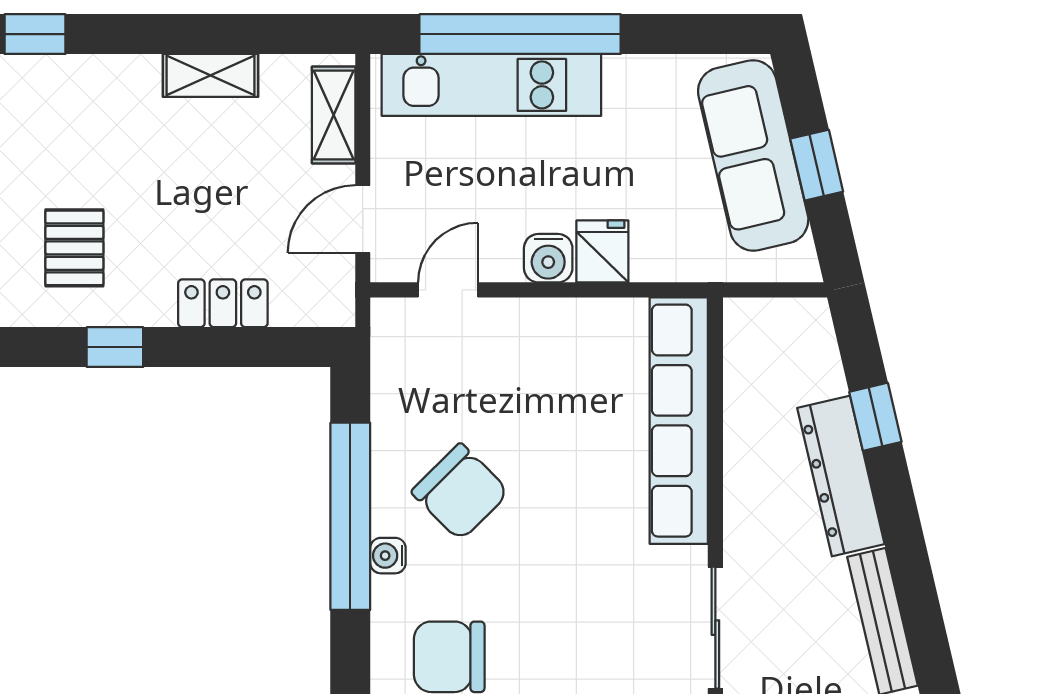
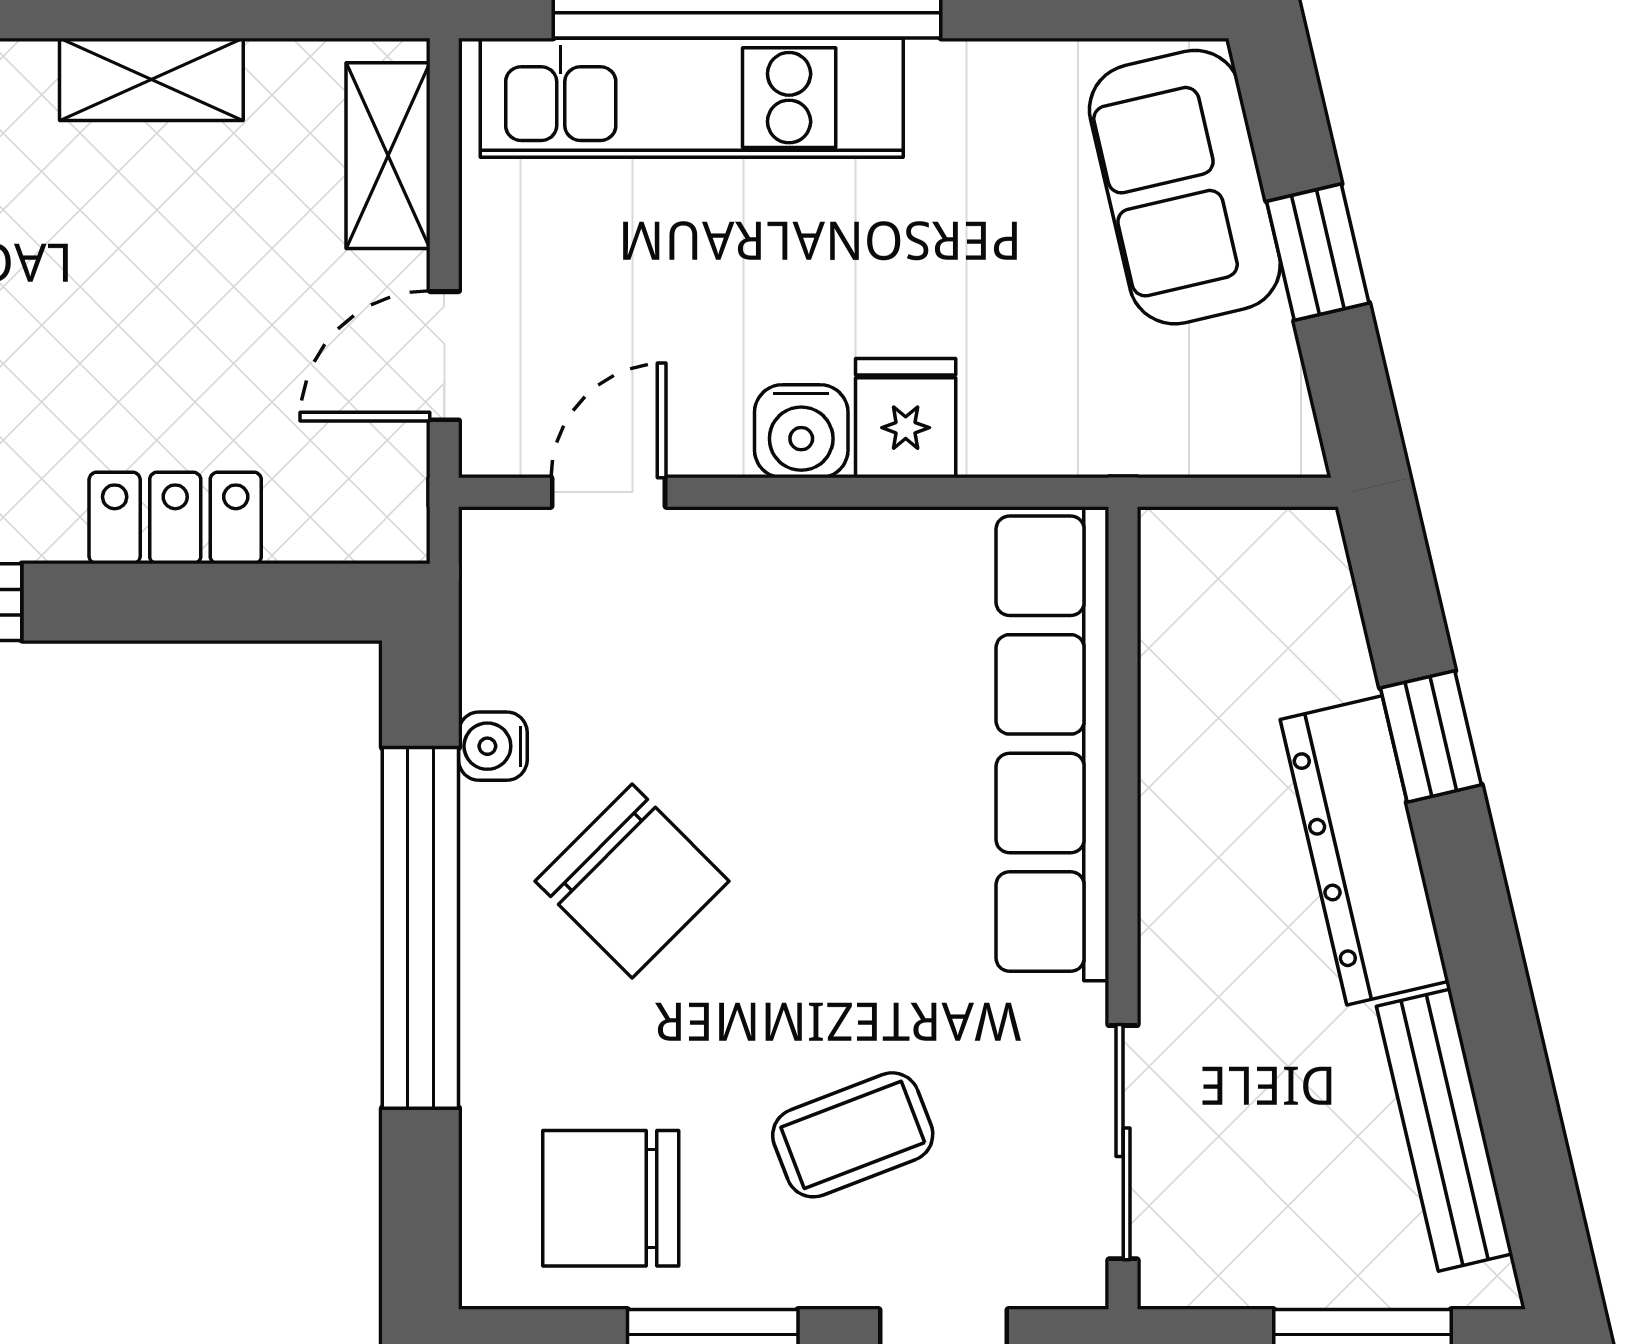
sofa: (753, 156) -> (1185, 187), width x0.73
water cooler: (388, 556) -> (493, 746), moved
coffee table: (575, 624) -> (853, 1135), added

